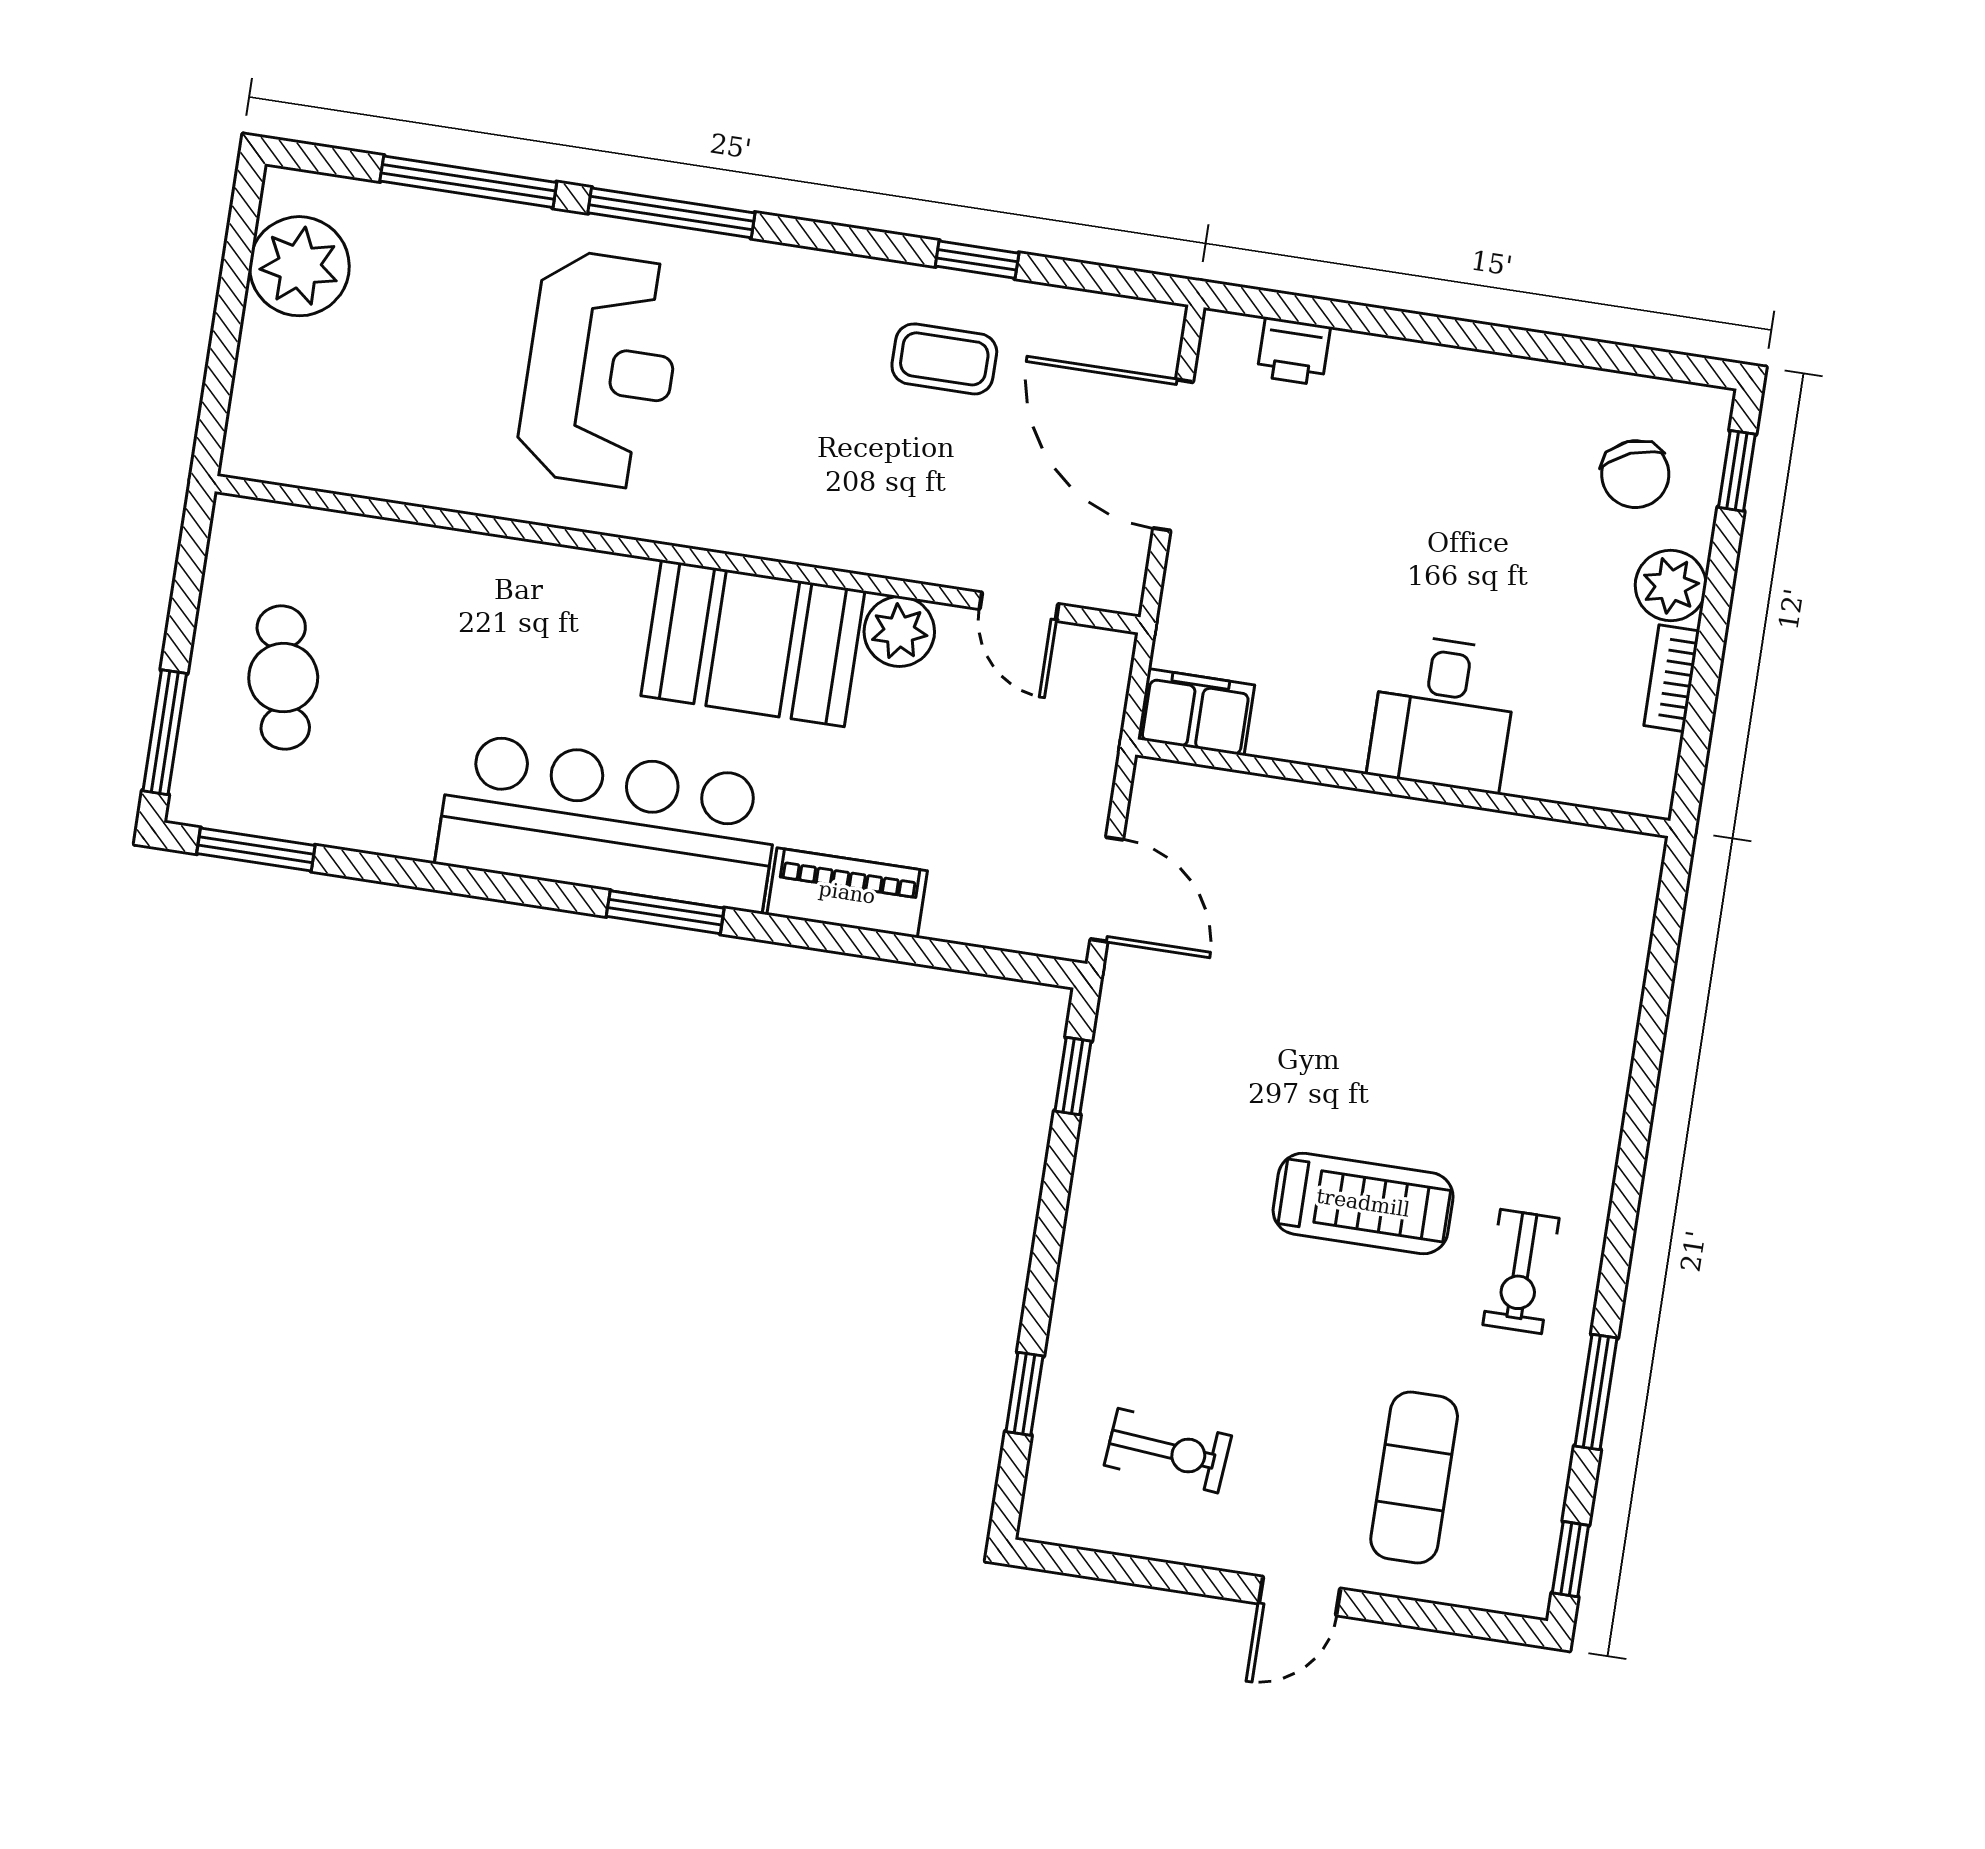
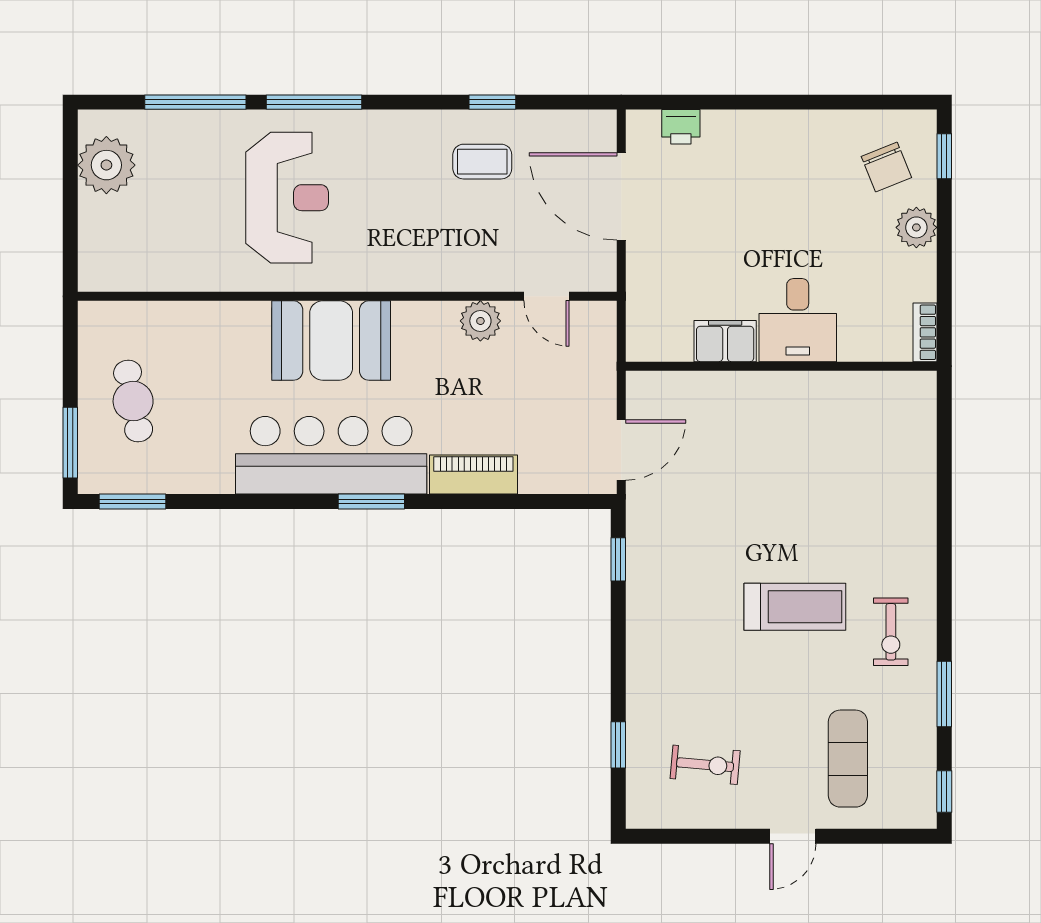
booth: (753, 643) -> (331, 341), moved
bookcase: (1672, 678) -> (925, 332), moved
filing cabinet: (1196, 712) -> (725, 341), moved
door: (1107, 889) -> (621, 450), hinge flipped

